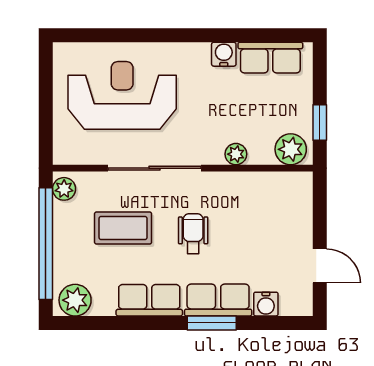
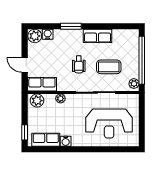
window: (320, 122) -> (25, 132), moved
door: (320, 266) -> (25, 65), moved
plant: (75, 300) -> (35, 36), moved
row of seats: (218, 300) -> (42, 84), moved, turned 180

